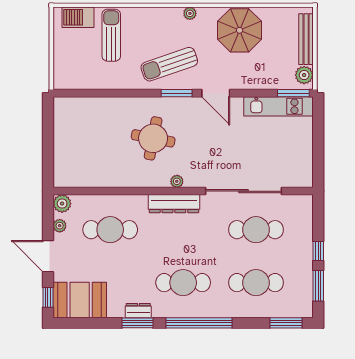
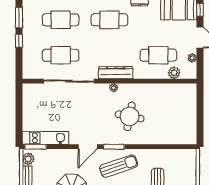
door: (216, 93) -> (88, 147), swing flipped
plant: (62, 204) -> (174, 73), moved

